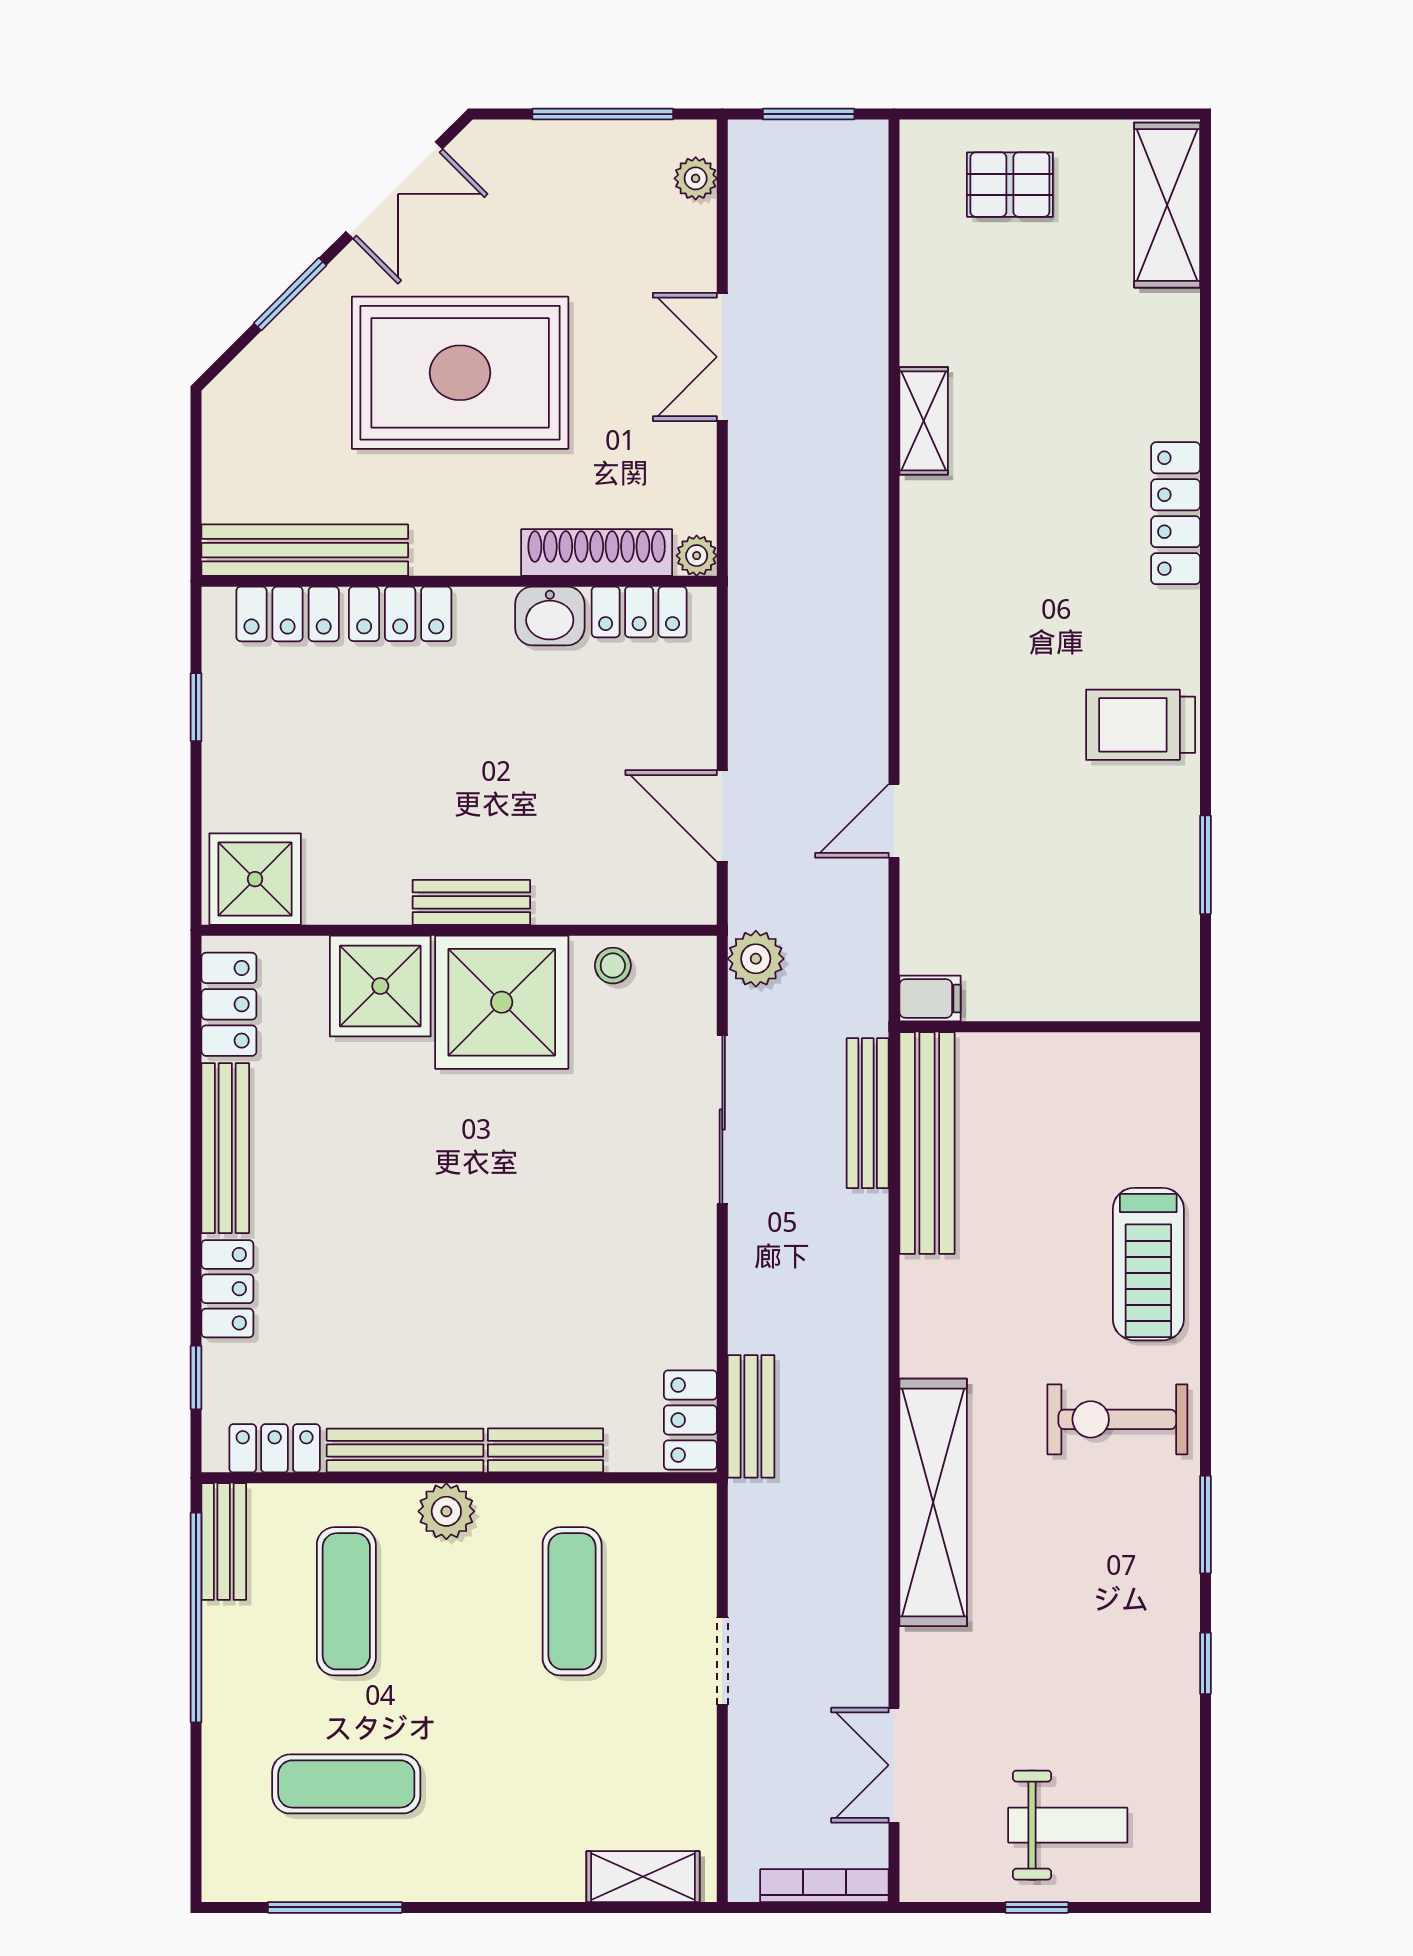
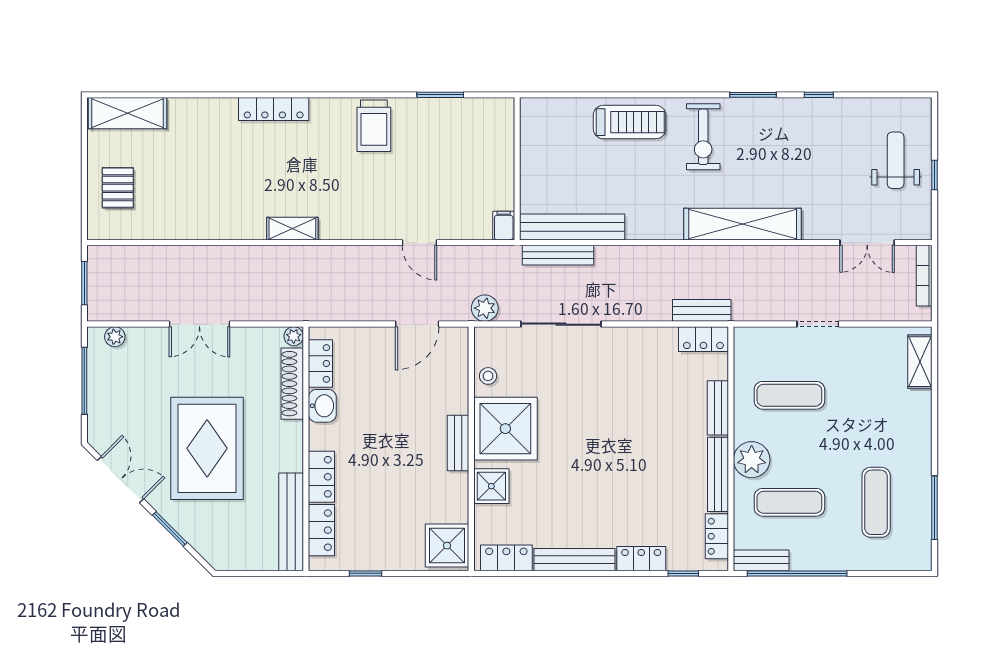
shelving: (924, 421) -> (292, 229), moved
shower: (380, 986) -> (491, 486), width x0.73, depth x0.73
plant: (446, 1511) -> (752, 460), width x1.36, depth x1.36

